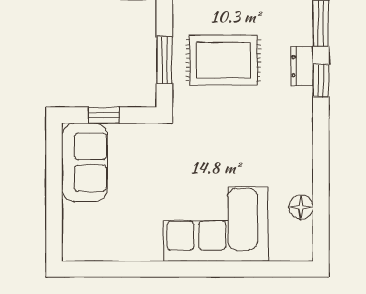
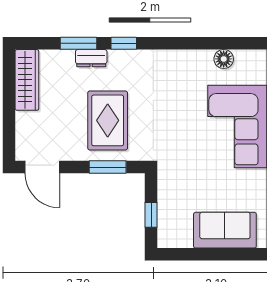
dresser: (302, 66) -> (91, 58), moved
sofa: (85, 162) -> (225, 230), moved

